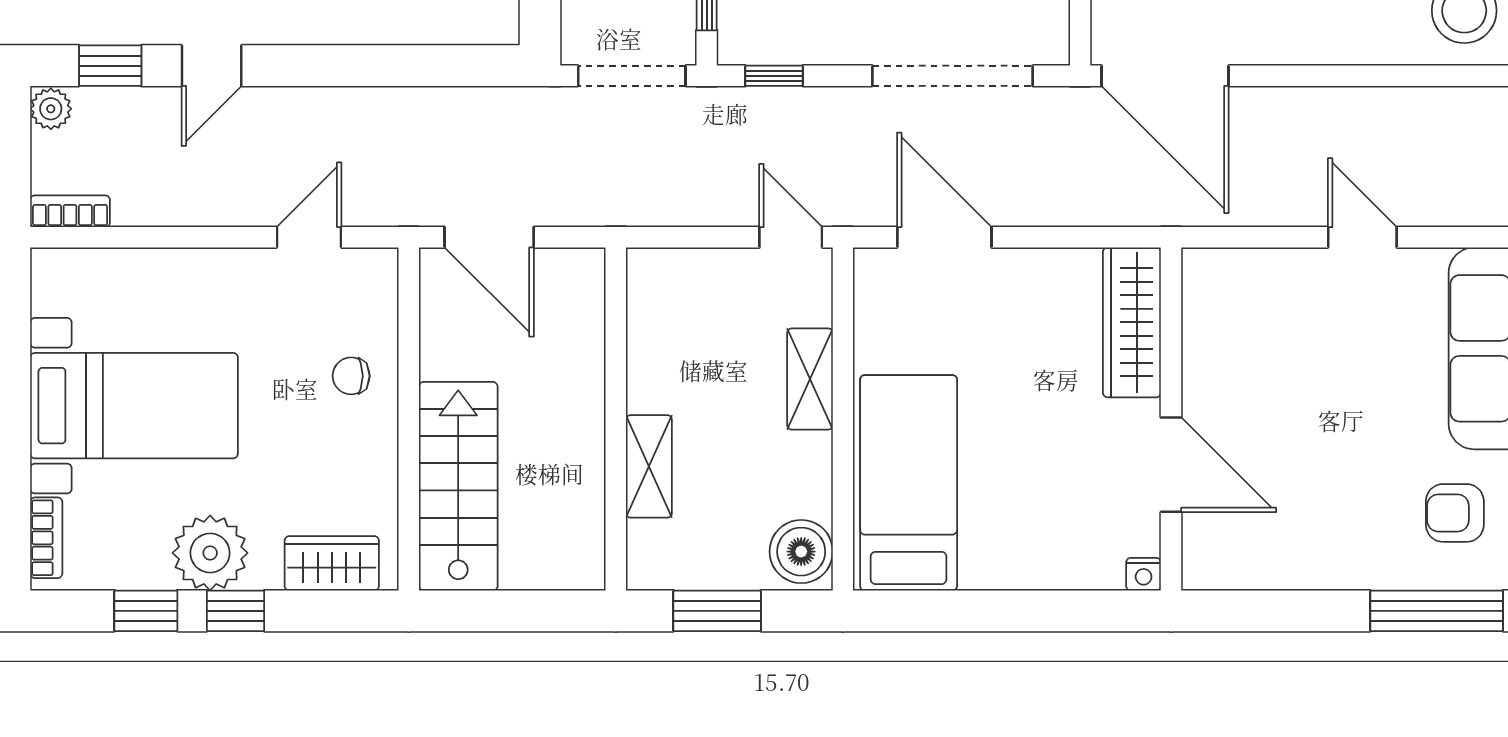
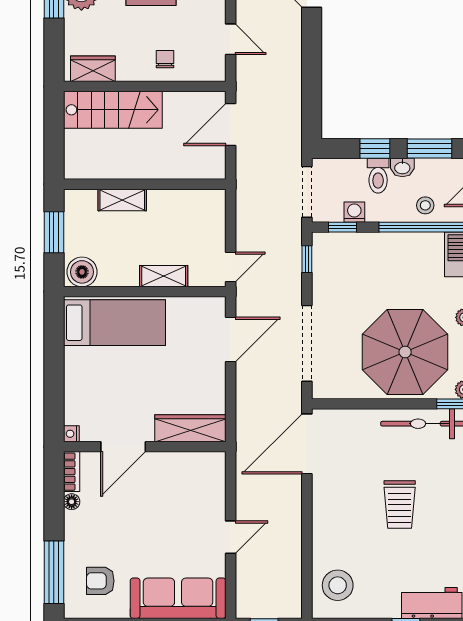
armchair: (1455, 513) -> (100, 581), turned -90
wardrobe: (332, 563) -> (93, 69), moved, turned -90
bookcase: (1224, 574) -> (72, 472), added
floor lamp: (1287, 574) -> (72, 502), added

